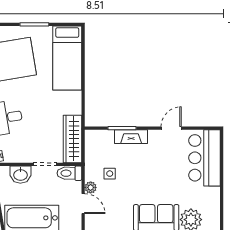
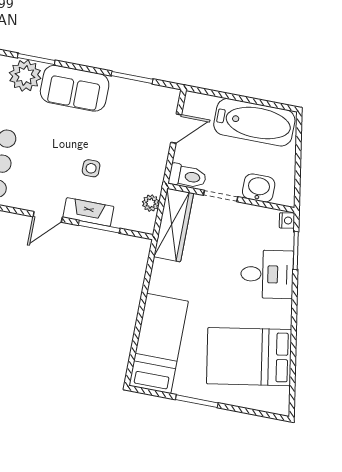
door: (171, 128) -> (48, 217), moved
side table: (110, 174) -> (91, 168), moved
plant: (91, 187) -> (151, 203), moved
door: (83, 204) -> (176, 129), swing flipped

